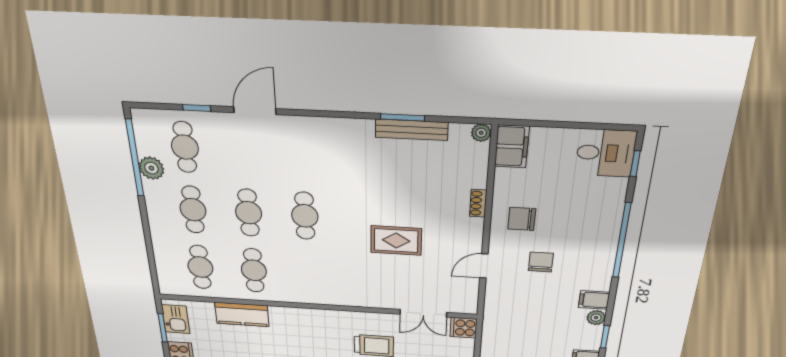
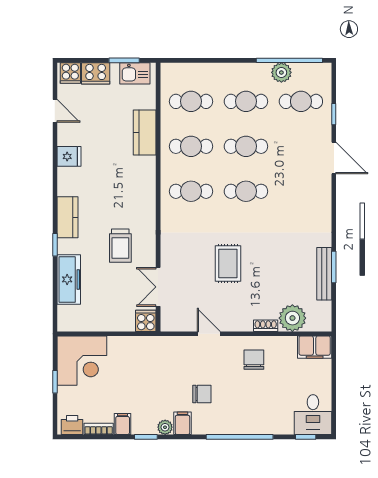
plant: (481, 133) -> (292, 318), moved, width x1.88, depth x1.88
chair: (541, 262) -> (202, 394), moved
cafe table: (308, 274) -> (191, 191), added

